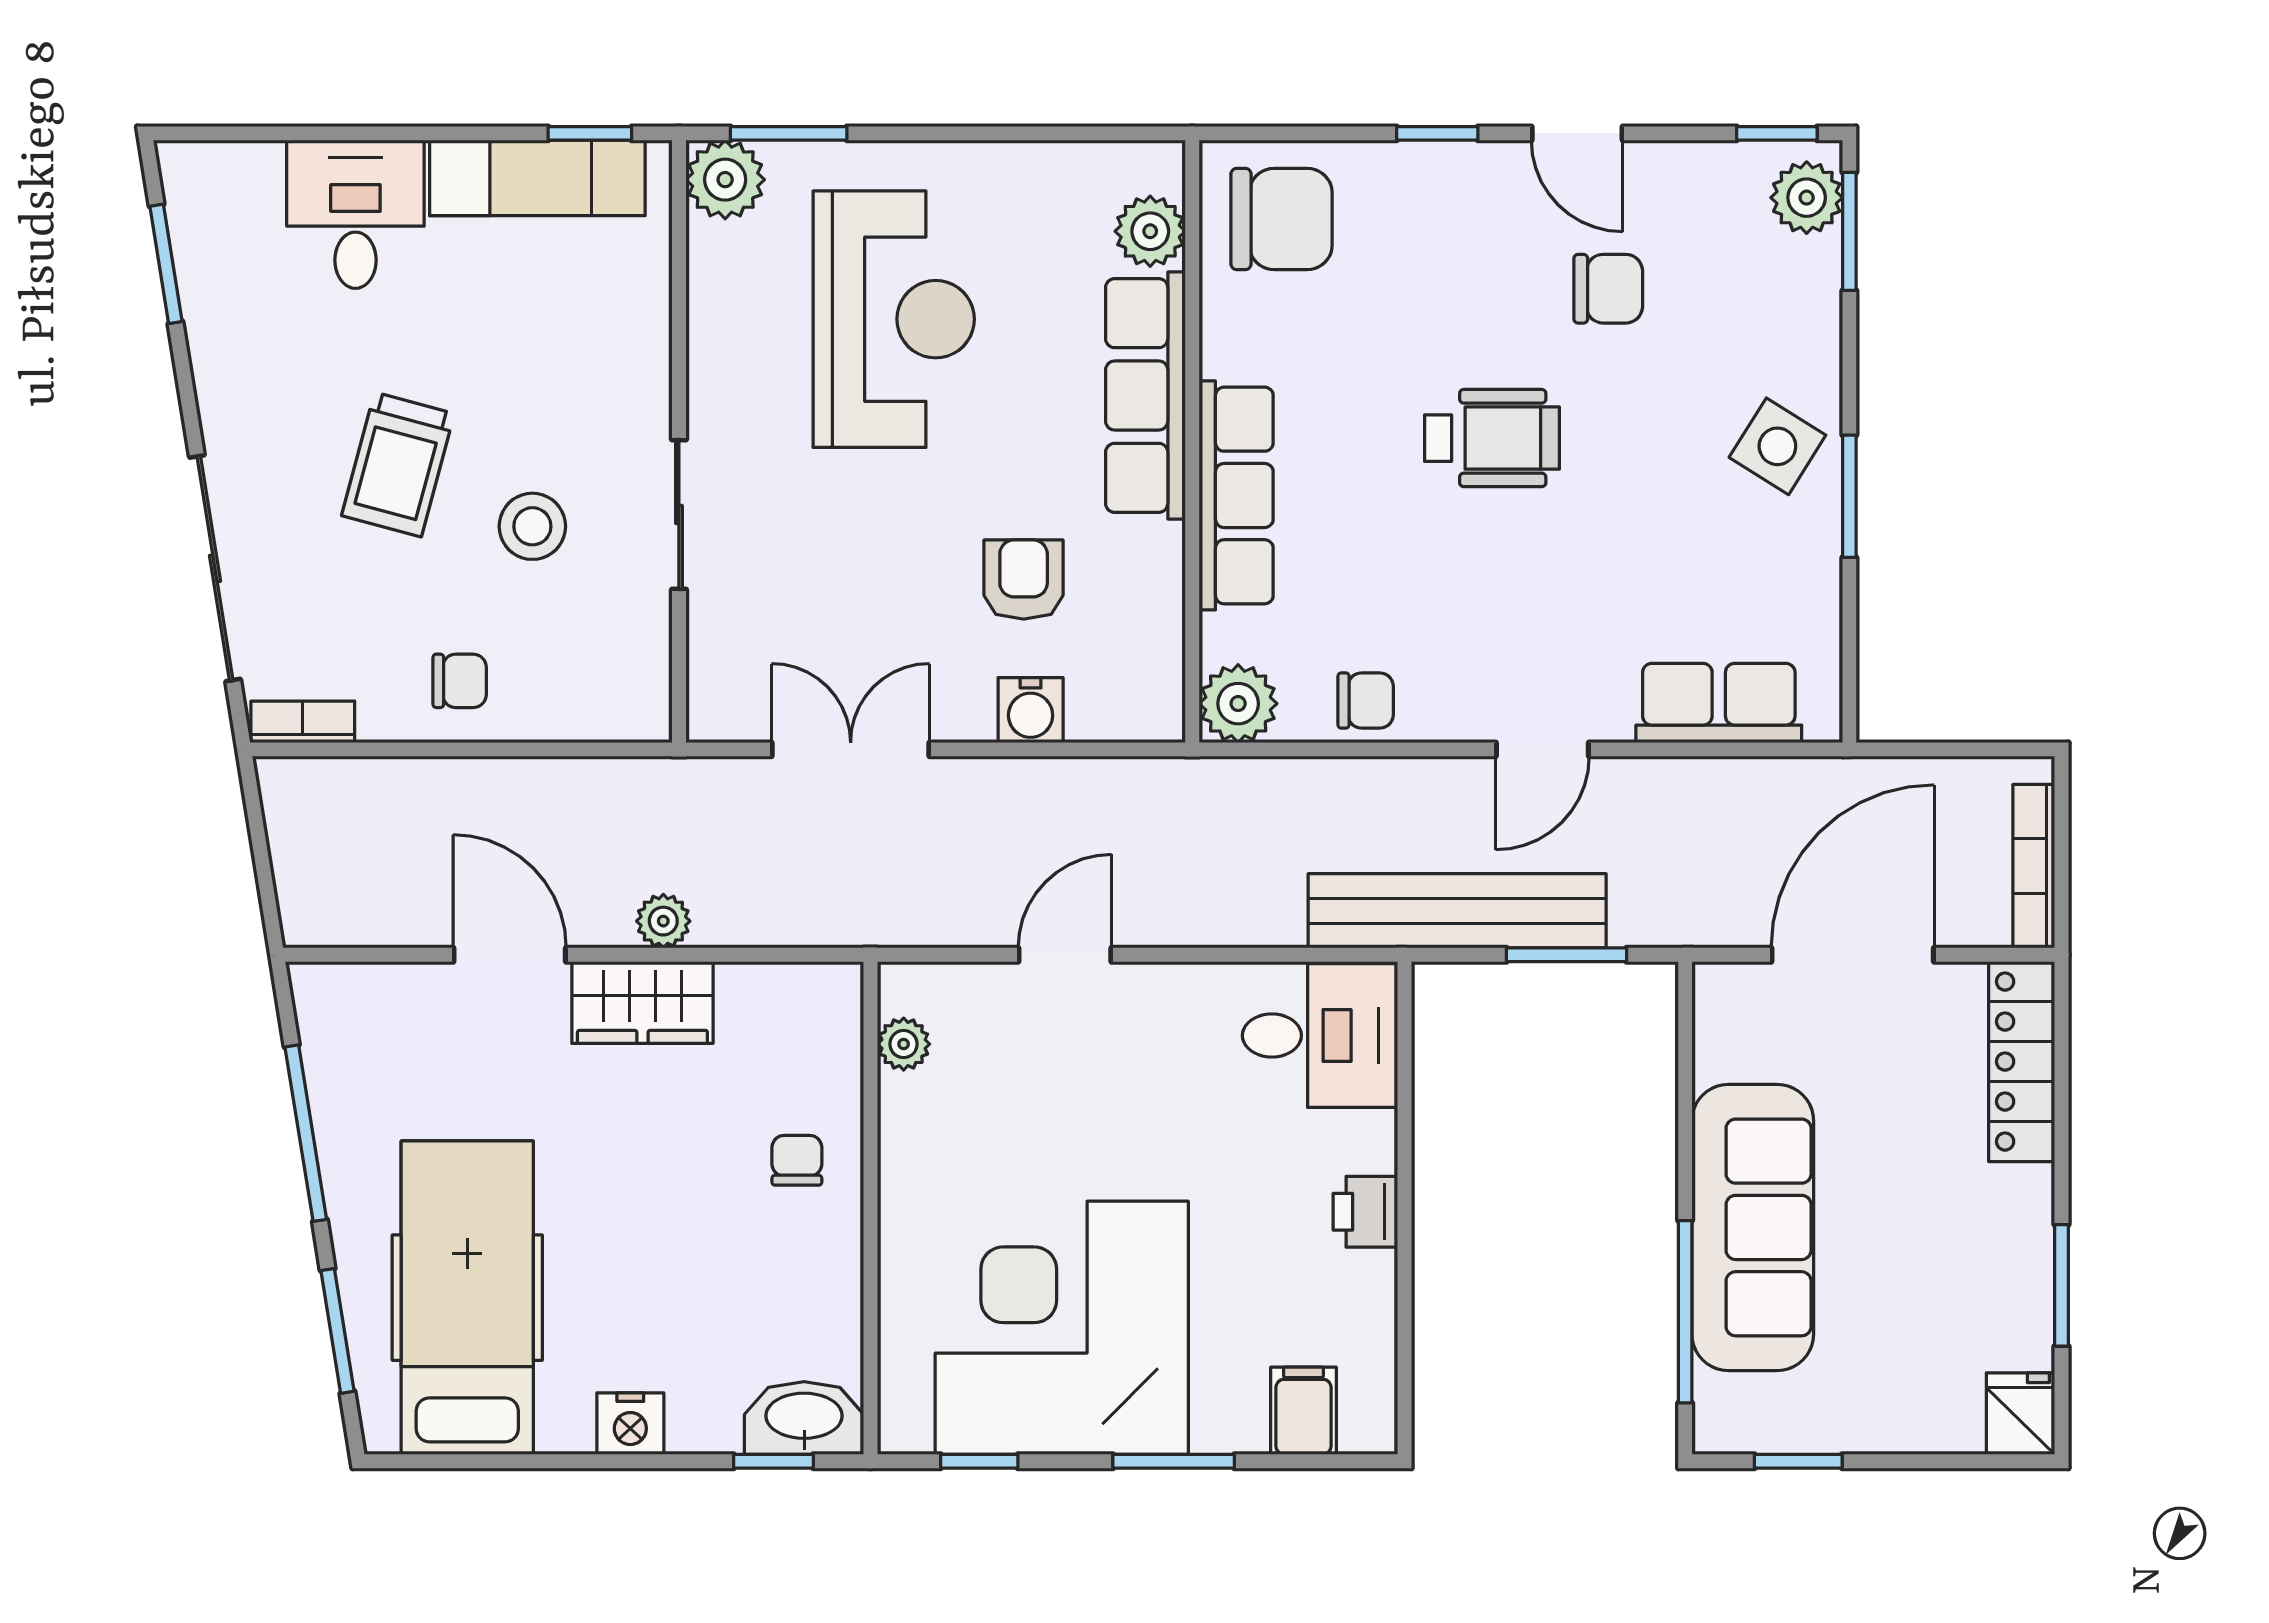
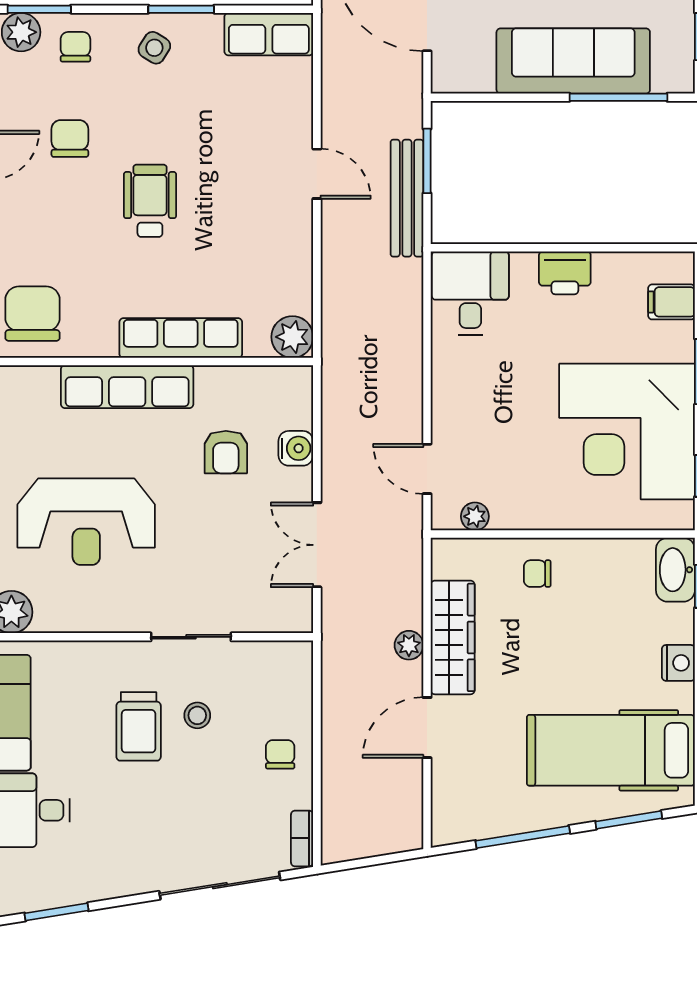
plant: (1150, 231) -> (39, 384), removed
reception desk: (894, 319) -> (86, 522), turned 180
side table: (1777, 446) -> (154, 48), width x0.73, depth x0.73
trolley: (398, 465) -> (139, 726), moved, turned 75
stool: (532, 526) -> (197, 715), width x0.73, depth x0.73
armchair: (1024, 580) -> (226, 452), turned -90
chair: (1366, 701) -> (75, 47), moved
row of seats: (1719, 703) -> (269, 34), moved, turned -90
bench: (1457, 911) -> (407, 198), width x0.73, depth x0.82
door: (1065, 955) -> (427, 469), moved
wardrobe: (642, 1003) -> (453, 637), width x1.50
printer: (1365, 1212) -> (565, 273), width x1.36, depth x1.24

